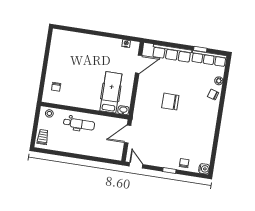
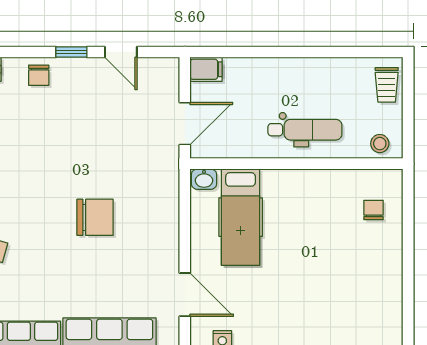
door: (139, 64) -> (185, 295), swing flipped
dental chair: (79, 124) -> (305, 130), turned 180
filing cabinet: (115, 155) -> (206, 69), added
door: (136, 165) -> (121, 52), moved

